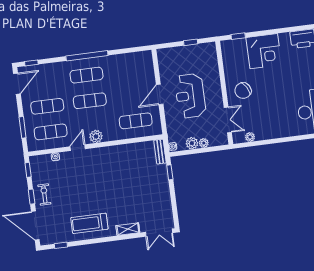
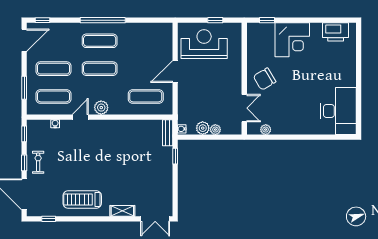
reception desk: (190, 96) -> (204, 44), moved, turned 90

